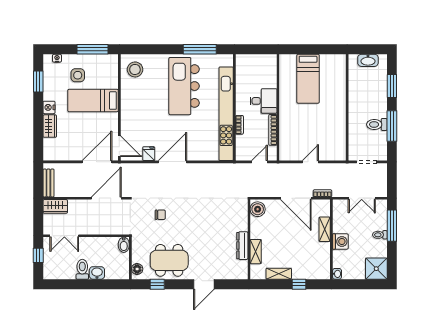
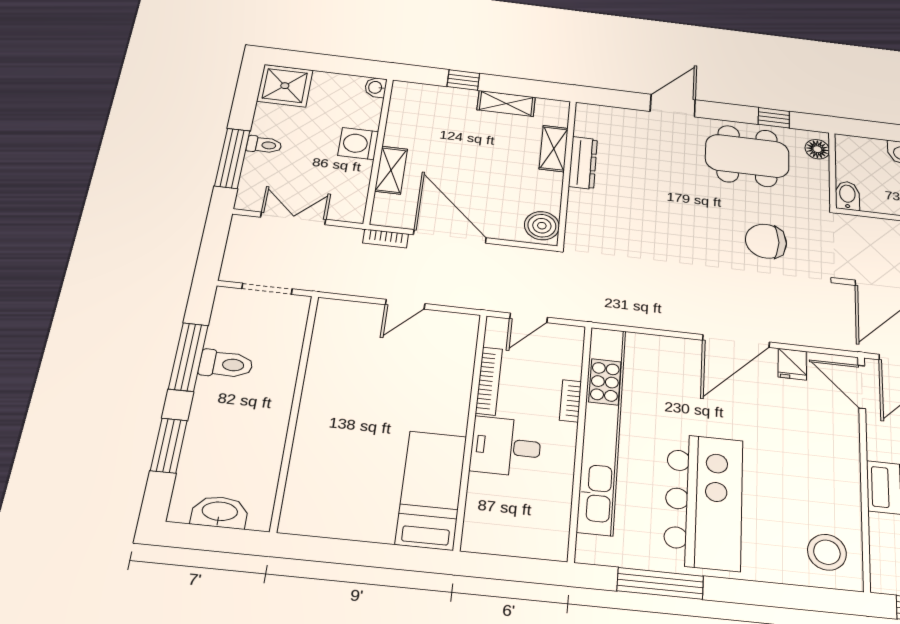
bed: (308, 79) -> (431, 490), moved
chair: (160, 215) -> (766, 241), width x1.87, depth x1.87

